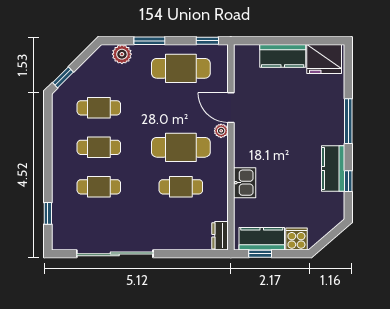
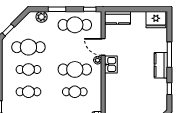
kitchen counter: (283, 56) -> (118, 18), moved
cafe table: (99, 108) -> (28, 47), width x1.37, depth x1.35
kitchen counter: (333, 169) -> (161, 65), moved
kitchen sink: (245, 183) -> (111, 65), moved

